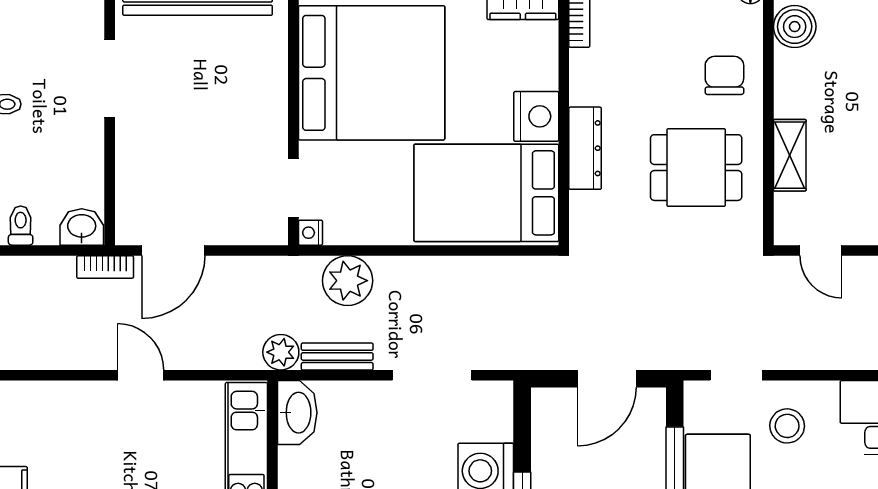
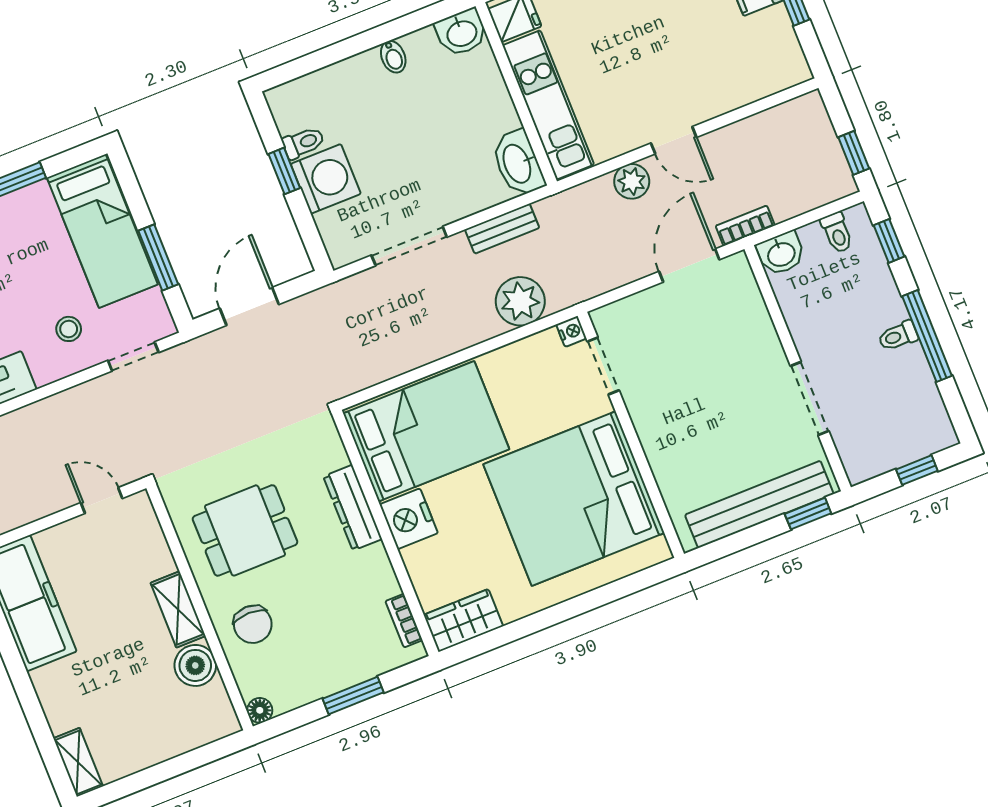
boiler: (795, 27) -> (195, 665), moved
shelving: (790, 155) -> (178, 609), moved
plant: (281, 352) -> (632, 181), moved
stool: (787, 426) -> (69, 329), width x0.73, depth x0.73

